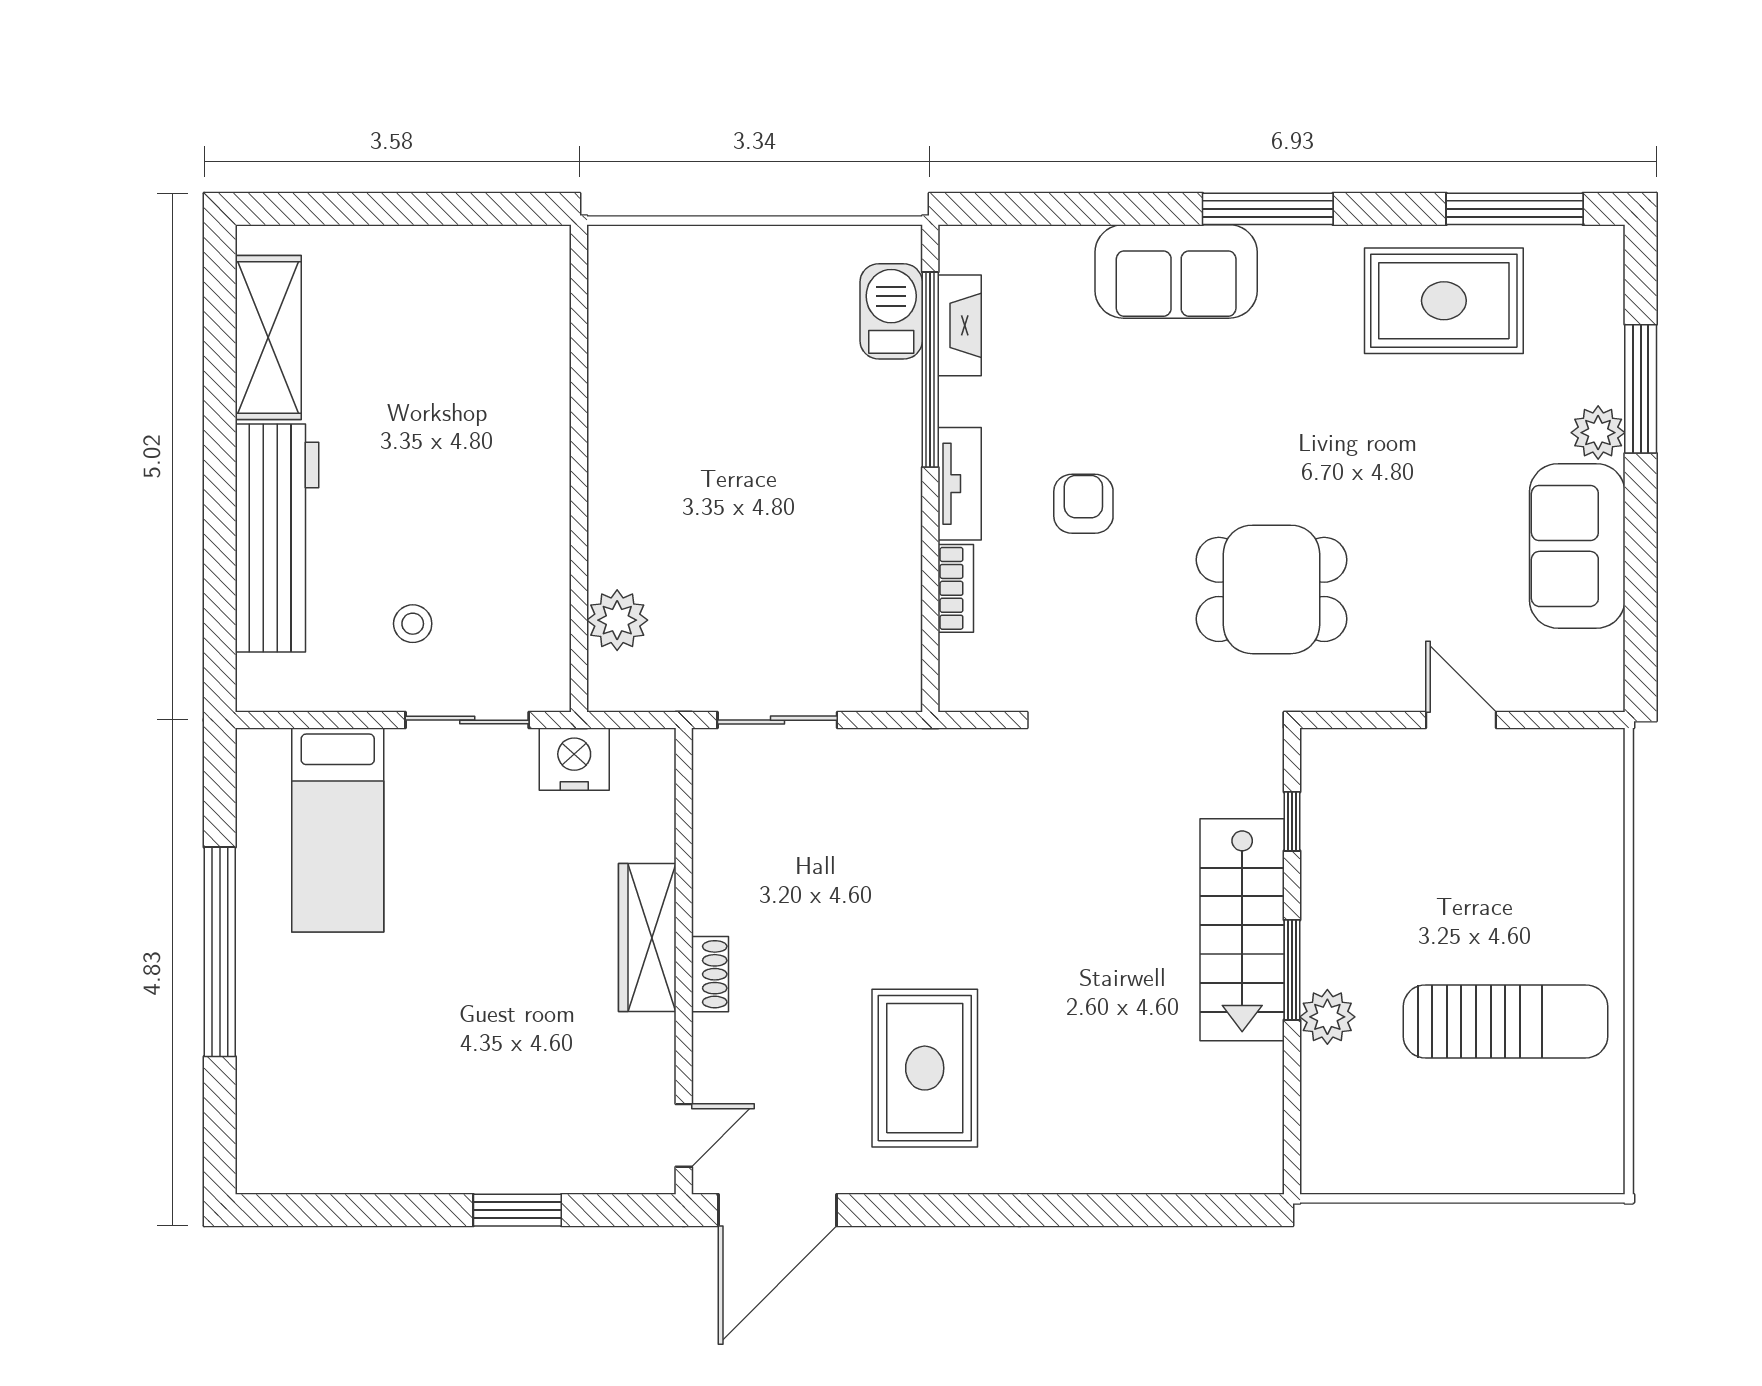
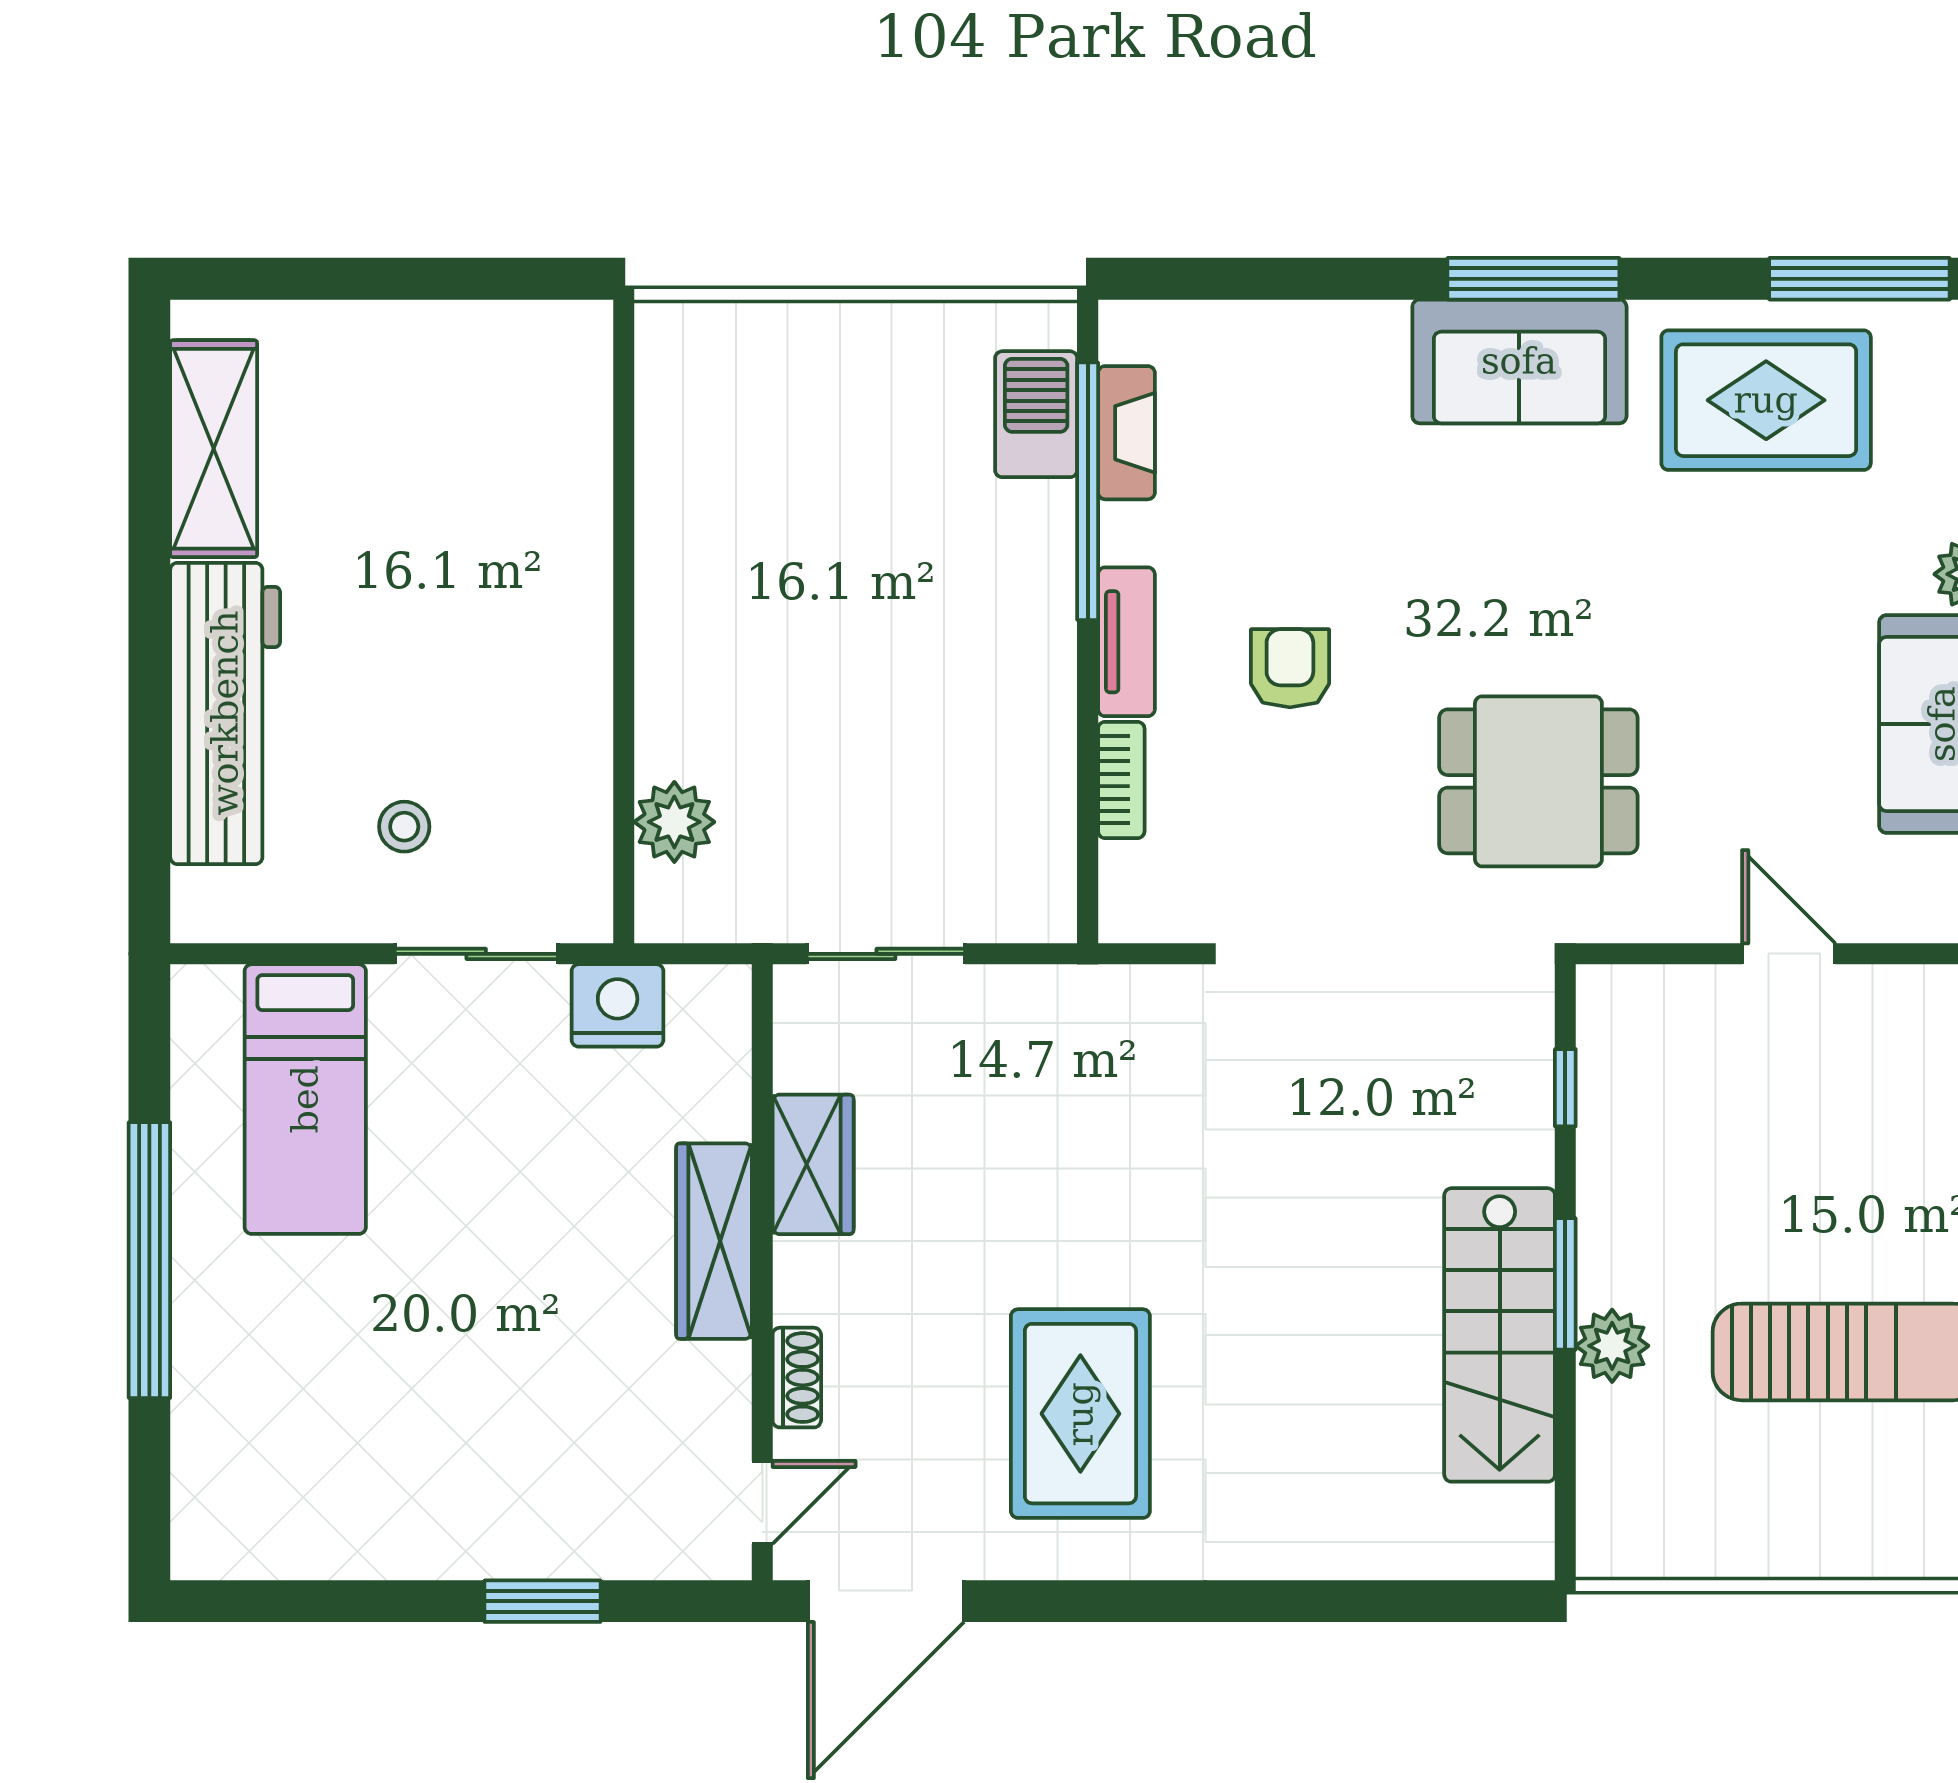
sofa: (1176, 271) -> (1519, 361), moved
wardrobe: (722, 879) -> (813, 1164), added
stairs: (1242, 930) -> (1500, 1335), moved
shoe rack: (710, 974) -> (797, 1378), moved

